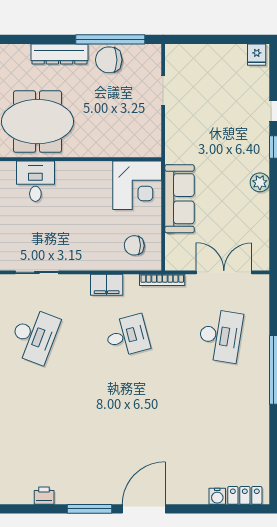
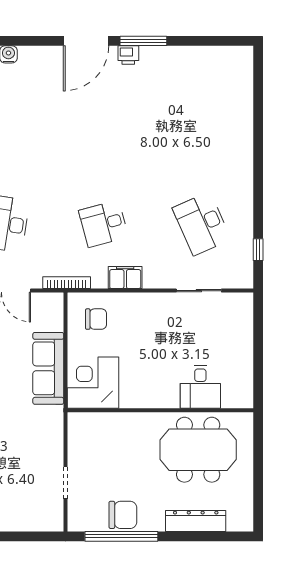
dresser: (59, 54) -> (196, 521), moved
desk: (34, 336) -> (202, 224), turned -45
printer: (44, 496) -> (128, 55), moved

